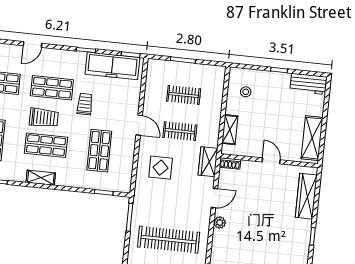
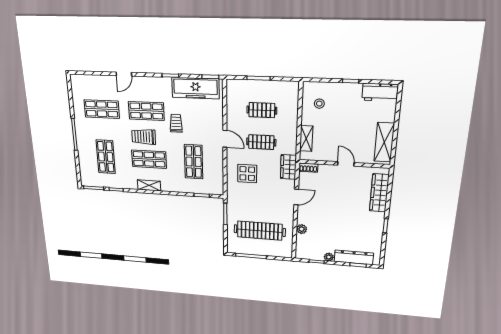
trolley: (44, 118) -> (144, 137), turned 180
plant: (220, 223) -> (302, 229), moved

